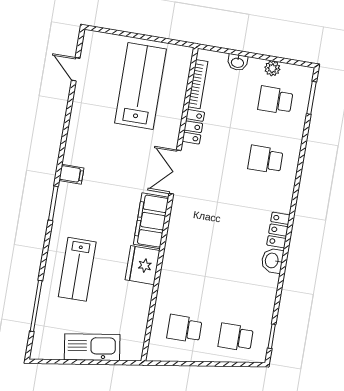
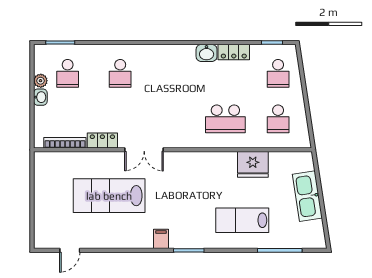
washbasin: (238, 62) -> (40, 97), moved
lab bench: (141, 86) -> (109, 196), moved
filing cabinet: (151, 221) -> (190, 163), removed
locker: (278, 230) -> (234, 52), moved
fridge: (143, 265) -> (253, 164), moved
lab bench: (77, 269) -> (242, 220), turned 180
school desk: (194, 269) -> (225, 119), added

